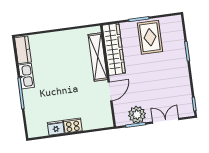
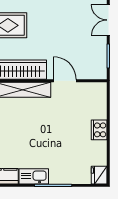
plant: (137, 115) -> (97, 53), removed
fridge: (56, 128) -> (99, 175), moved

